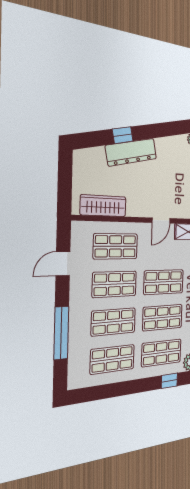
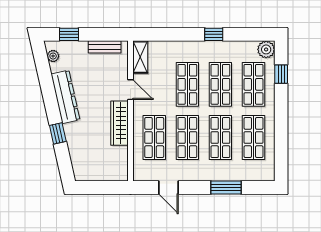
dresser: (131, 152) -> (65, 97), moved
wardrobe: (103, 206) -> (120, 123), moved
window: (61, 333) -> (226, 187), width x0.69

